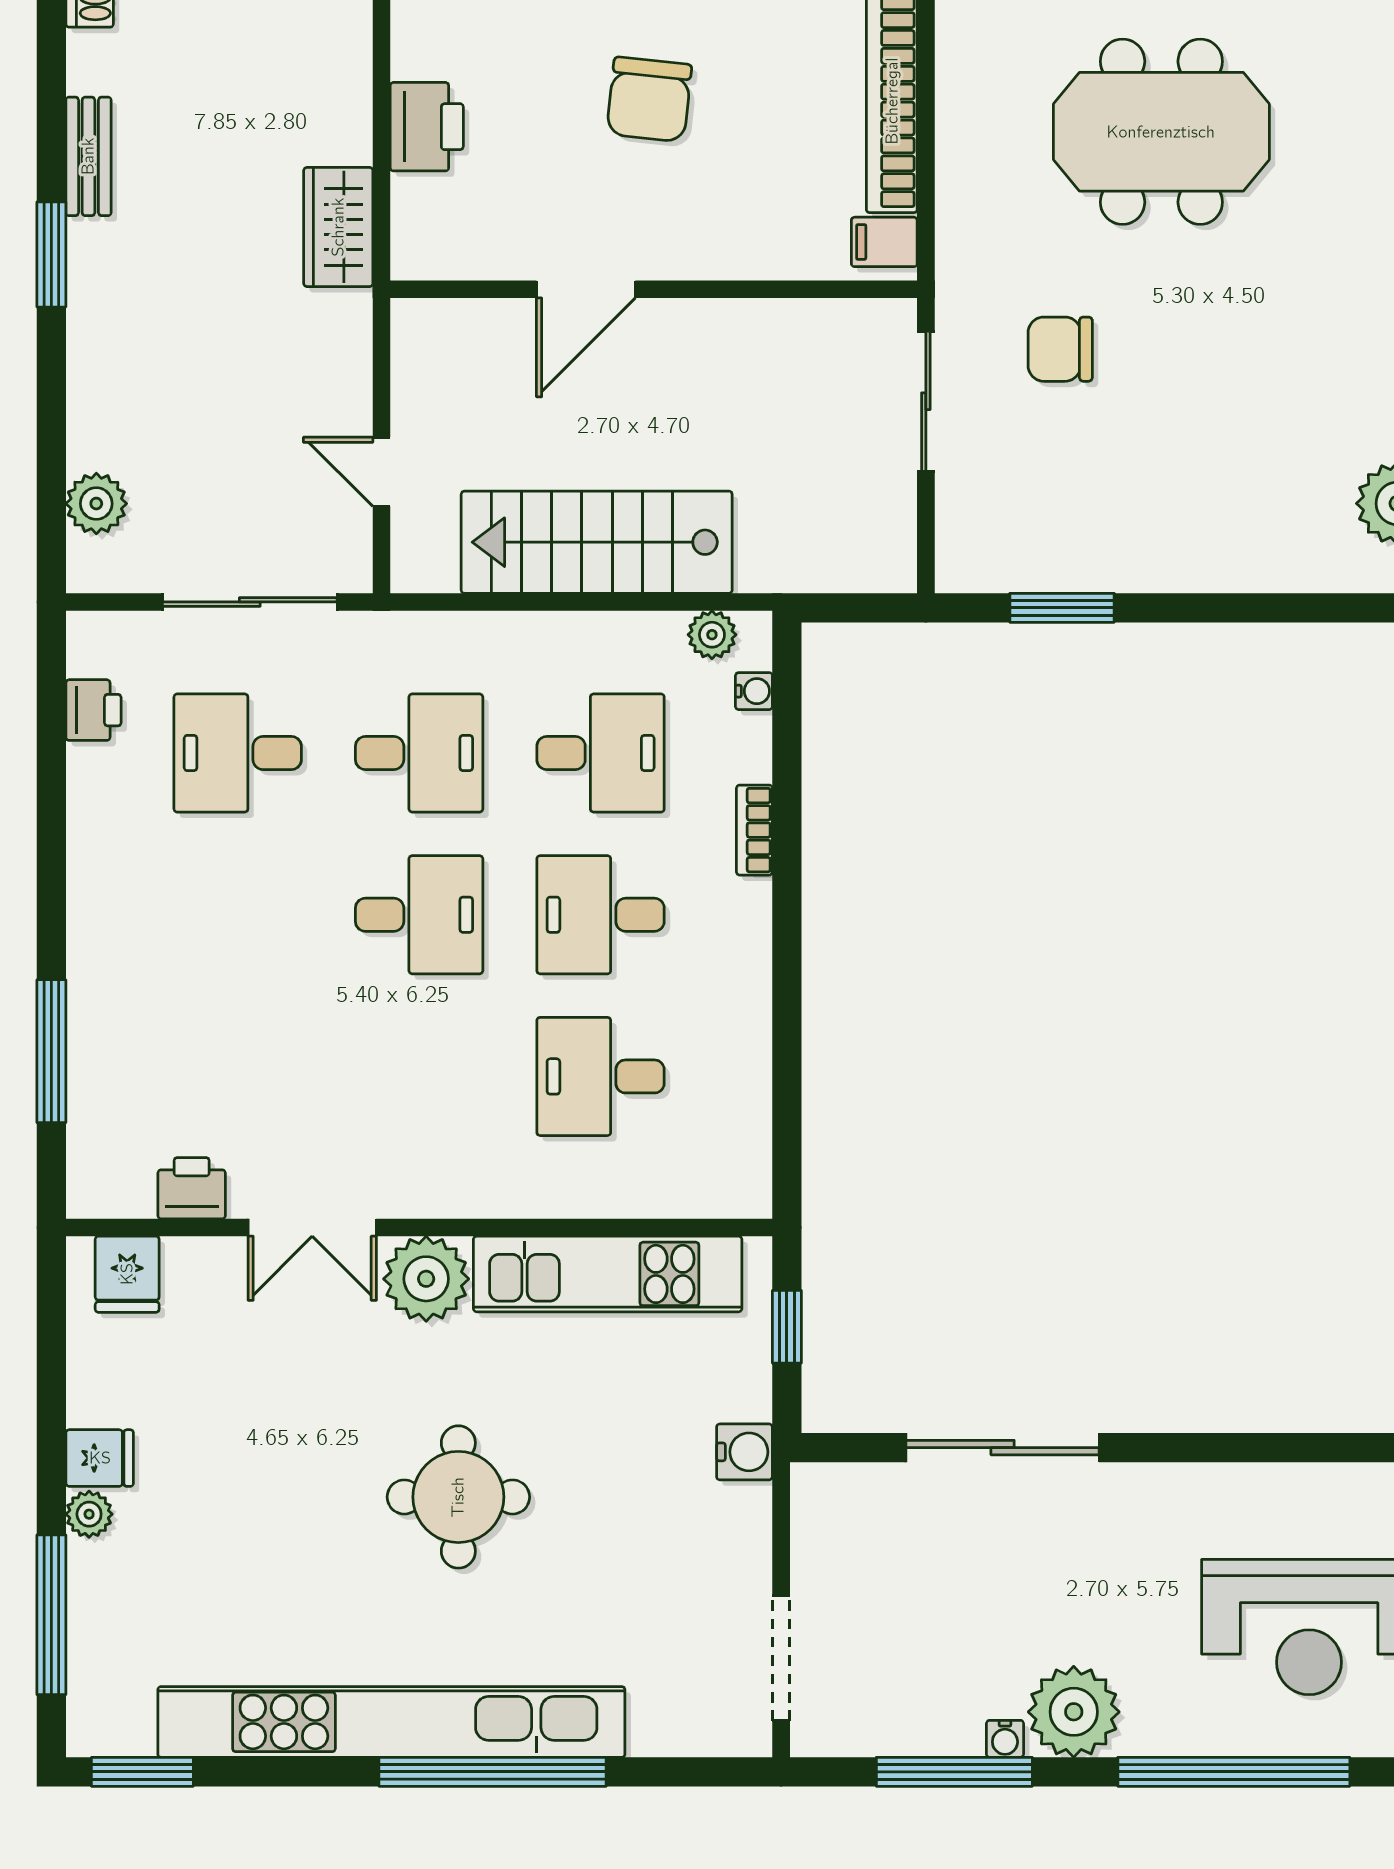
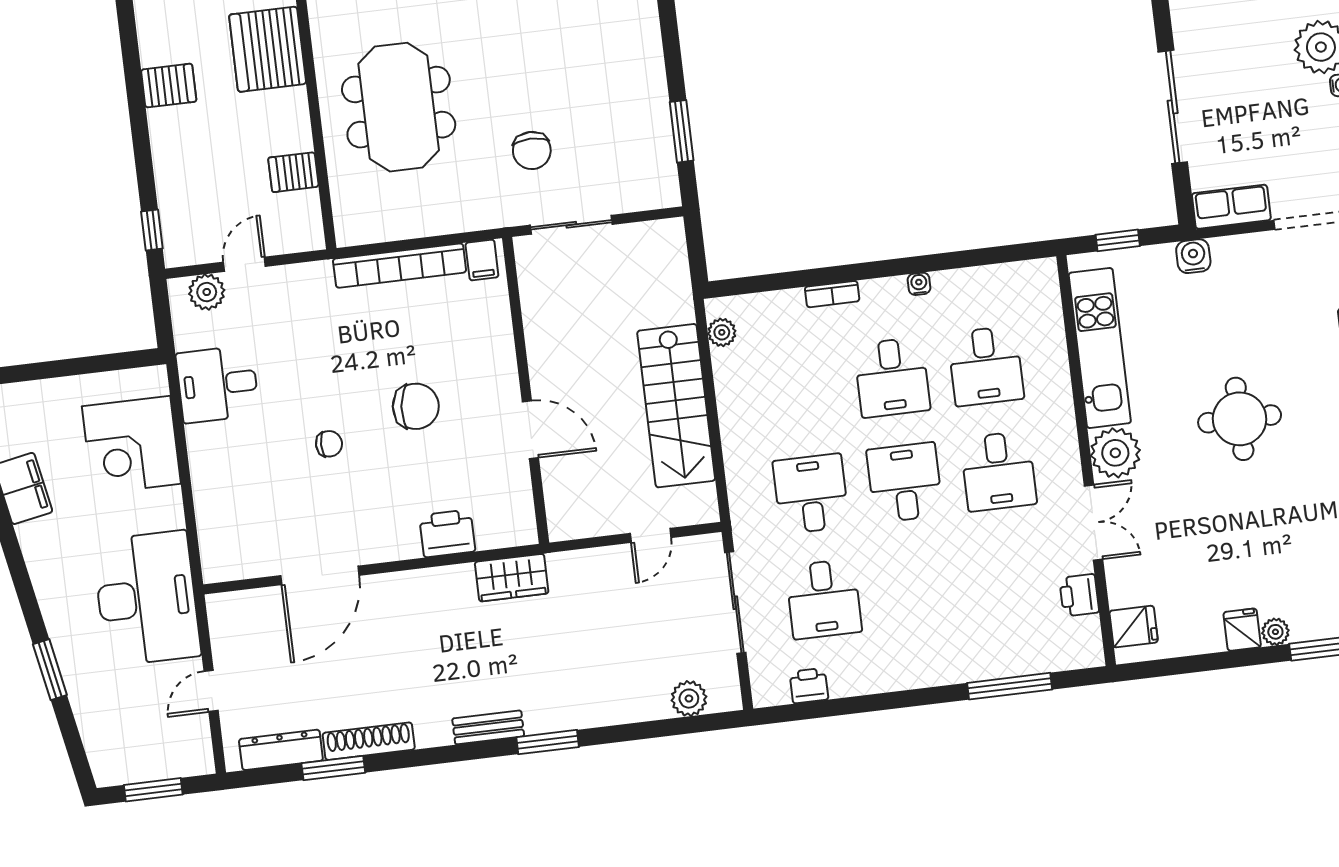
water cooler: (754, 691) -> (919, 284), moved
desk: (601, 753) -> (998, 471), moved, turned 180
row of seats: (821, 1527) -> (1231, 207), added

